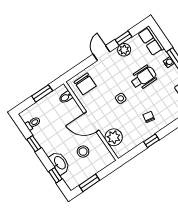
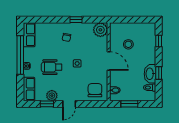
plant: (114, 137) -> (100, 30), moved
washbasin: (60, 163) -> (150, 74), moved
window: (89, 183) -> (139, 20), removed

